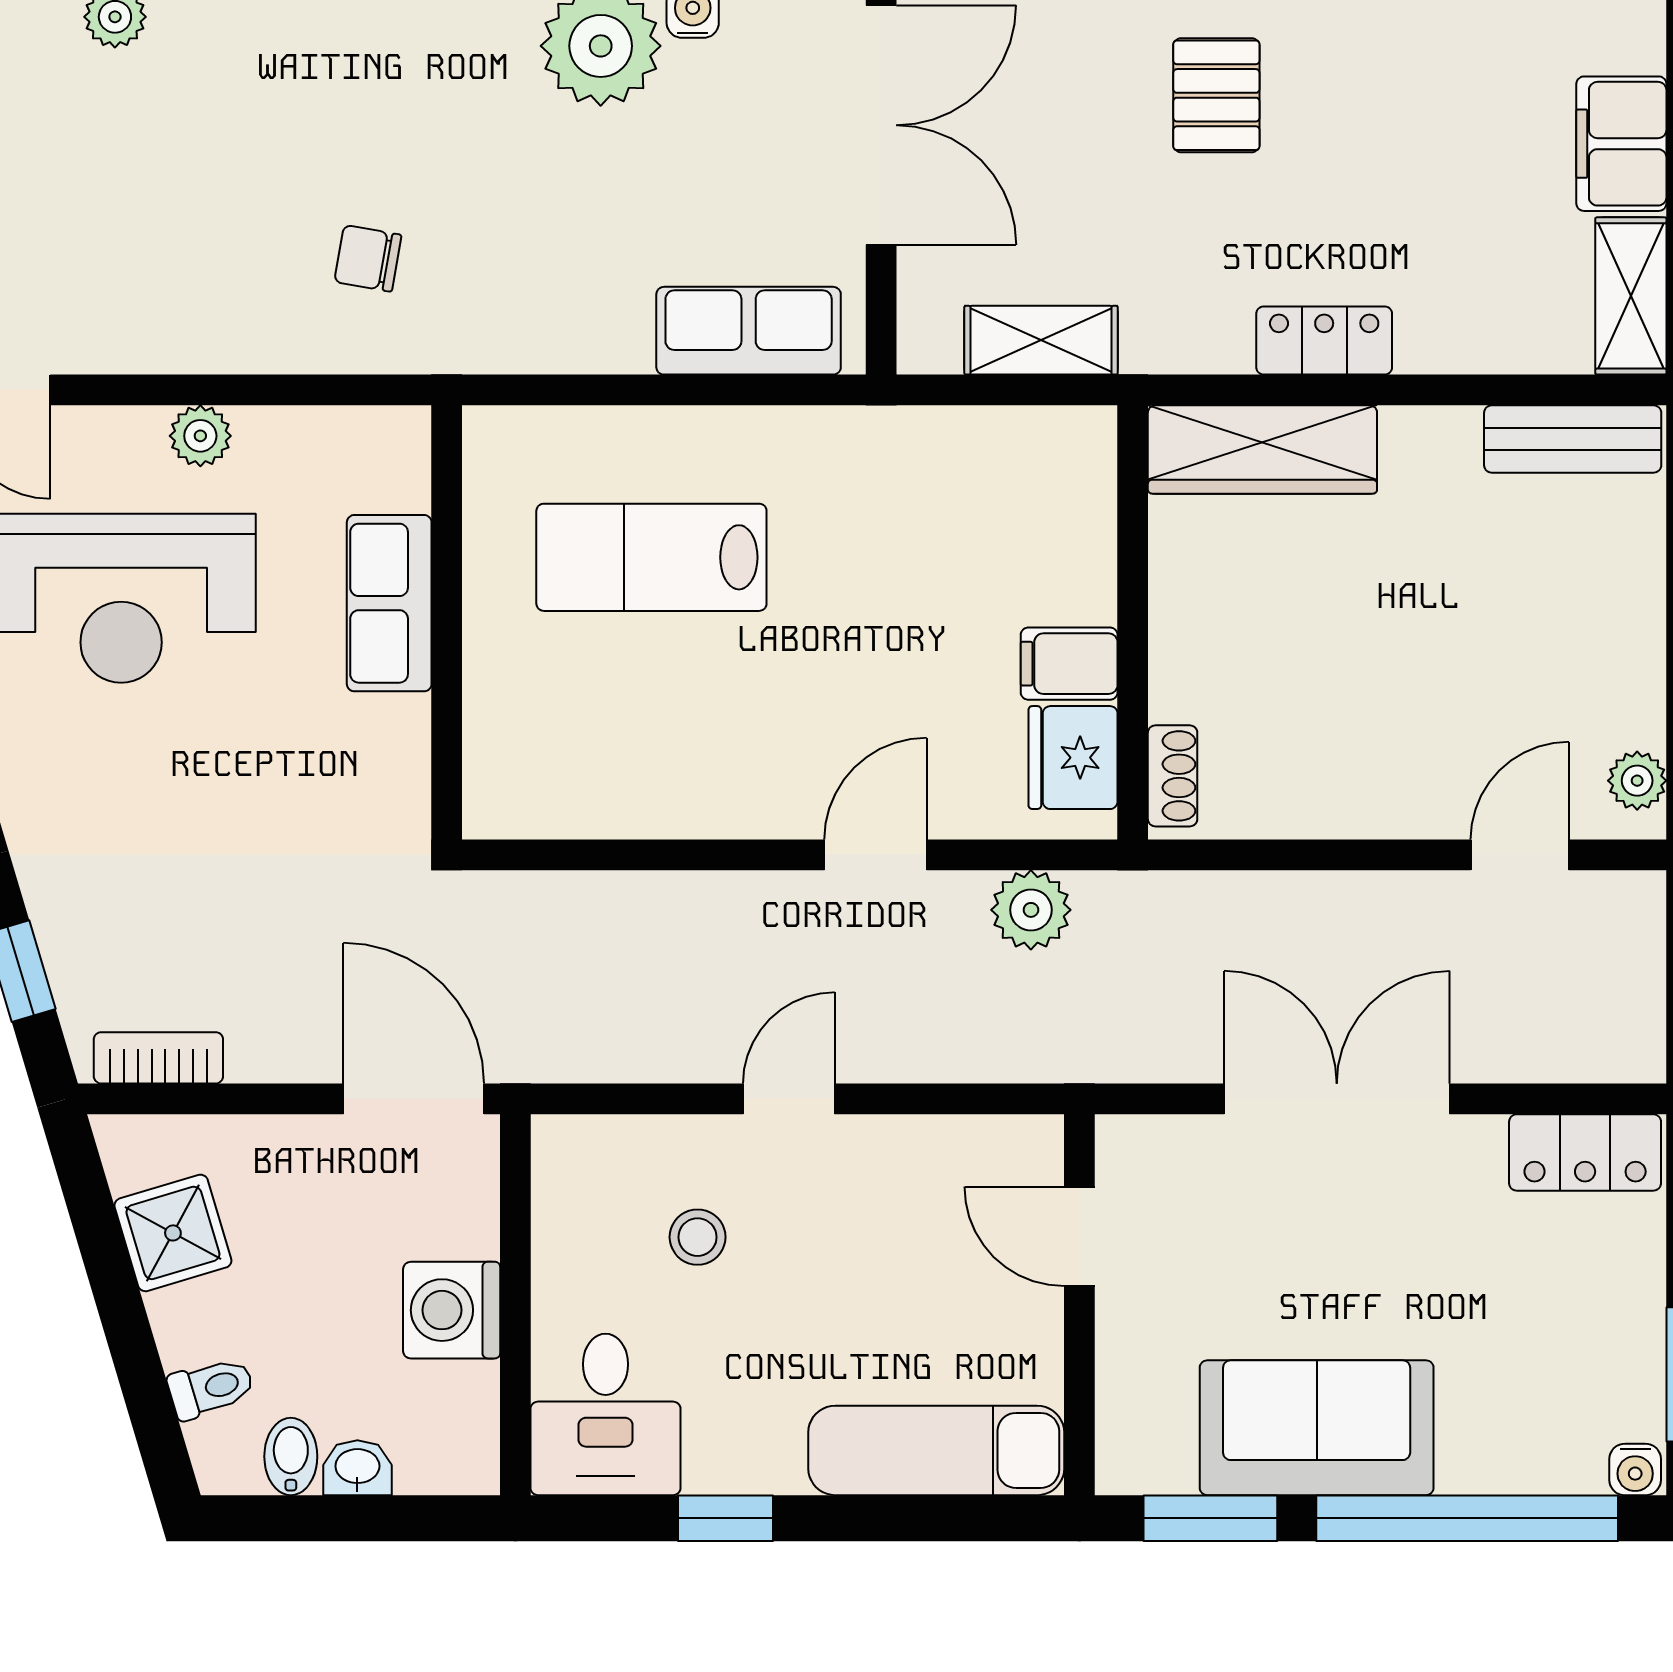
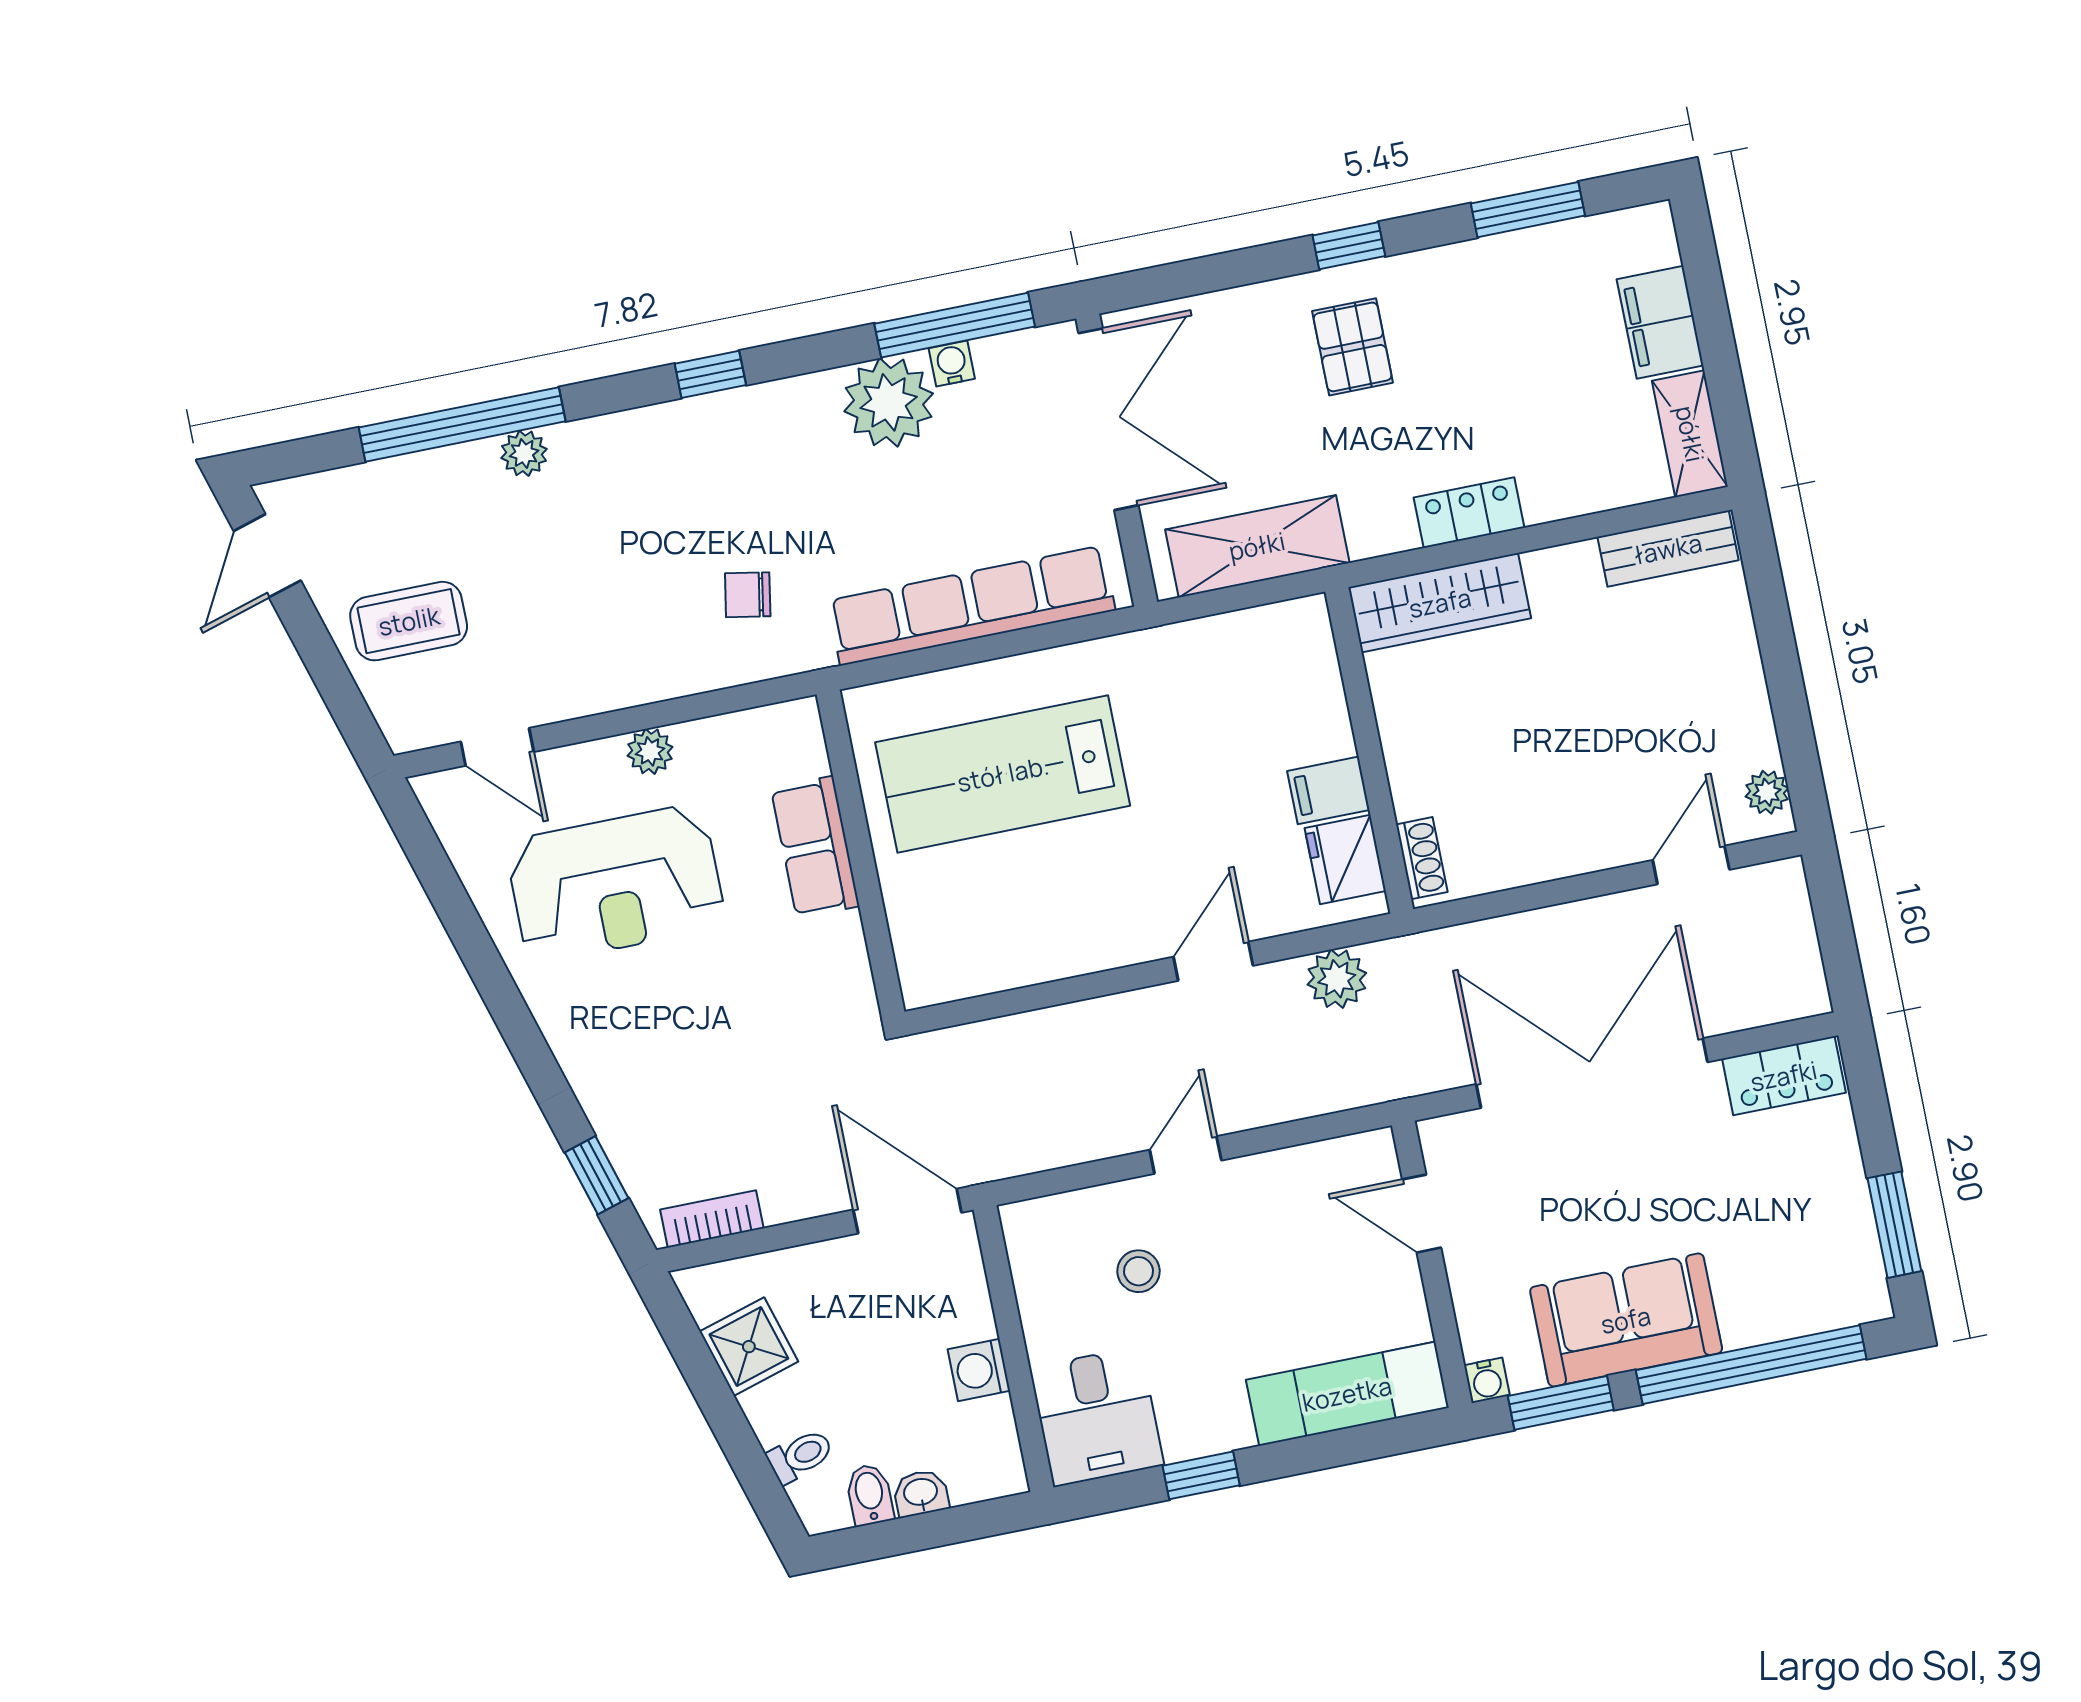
row of seats: (749, 331) -> (971, 605), width x2.02
shelving: (1041, 340) -> (1257, 546), width x1.50, depth x1.33
lab bench: (651, 557) -> (1003, 774), width x1.36, depth x1.39
double door: (1337, 1099) -> (1592, 1073), width x1.36
washing machine: (452, 1310) -> (979, 1370), width x0.73, depth x0.73
water cooler: (1635, 1469) -> (1487, 1380), moved

